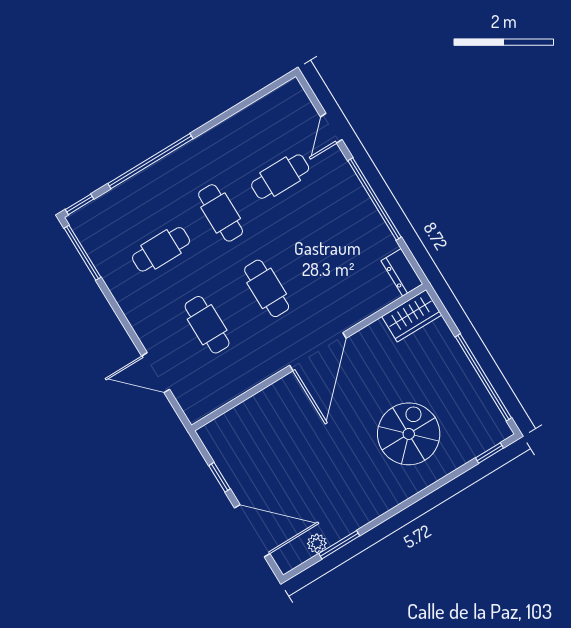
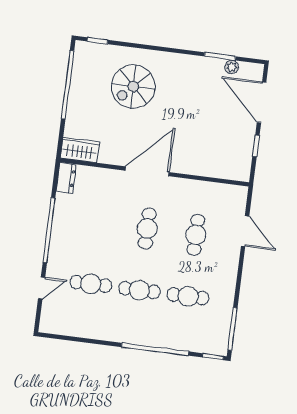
cafe table: (221, 213) -> (139, 290), turned 90

